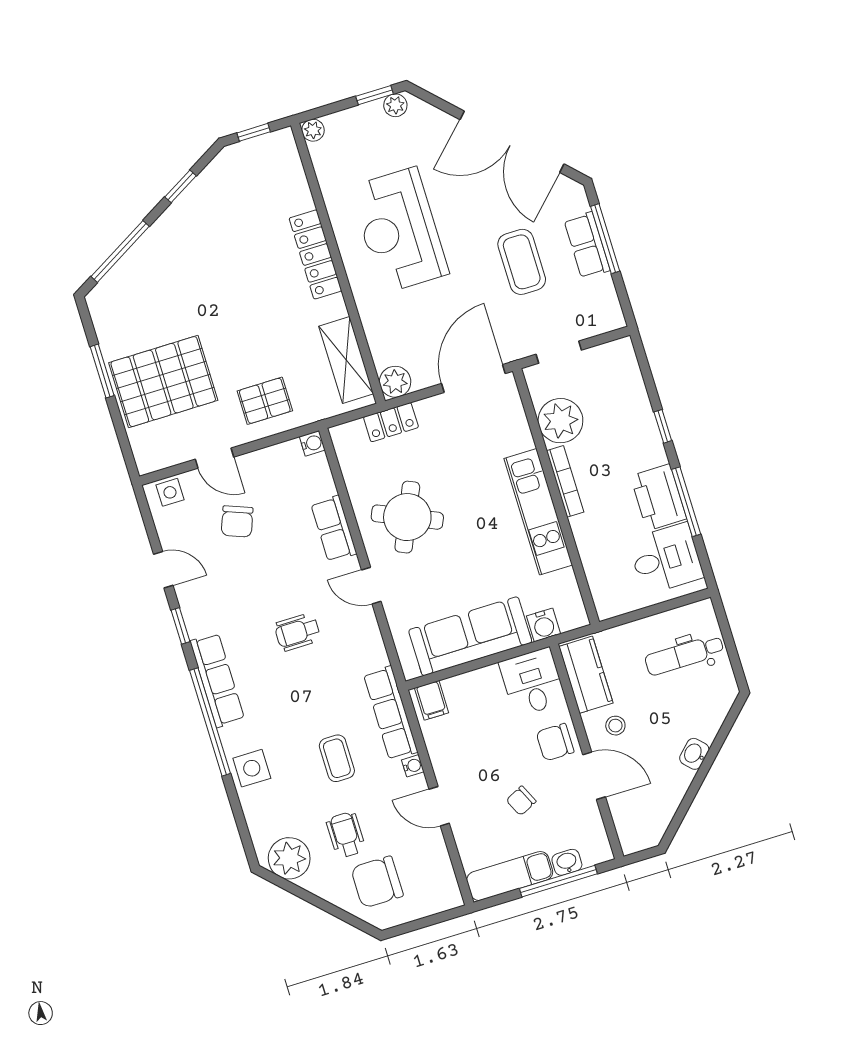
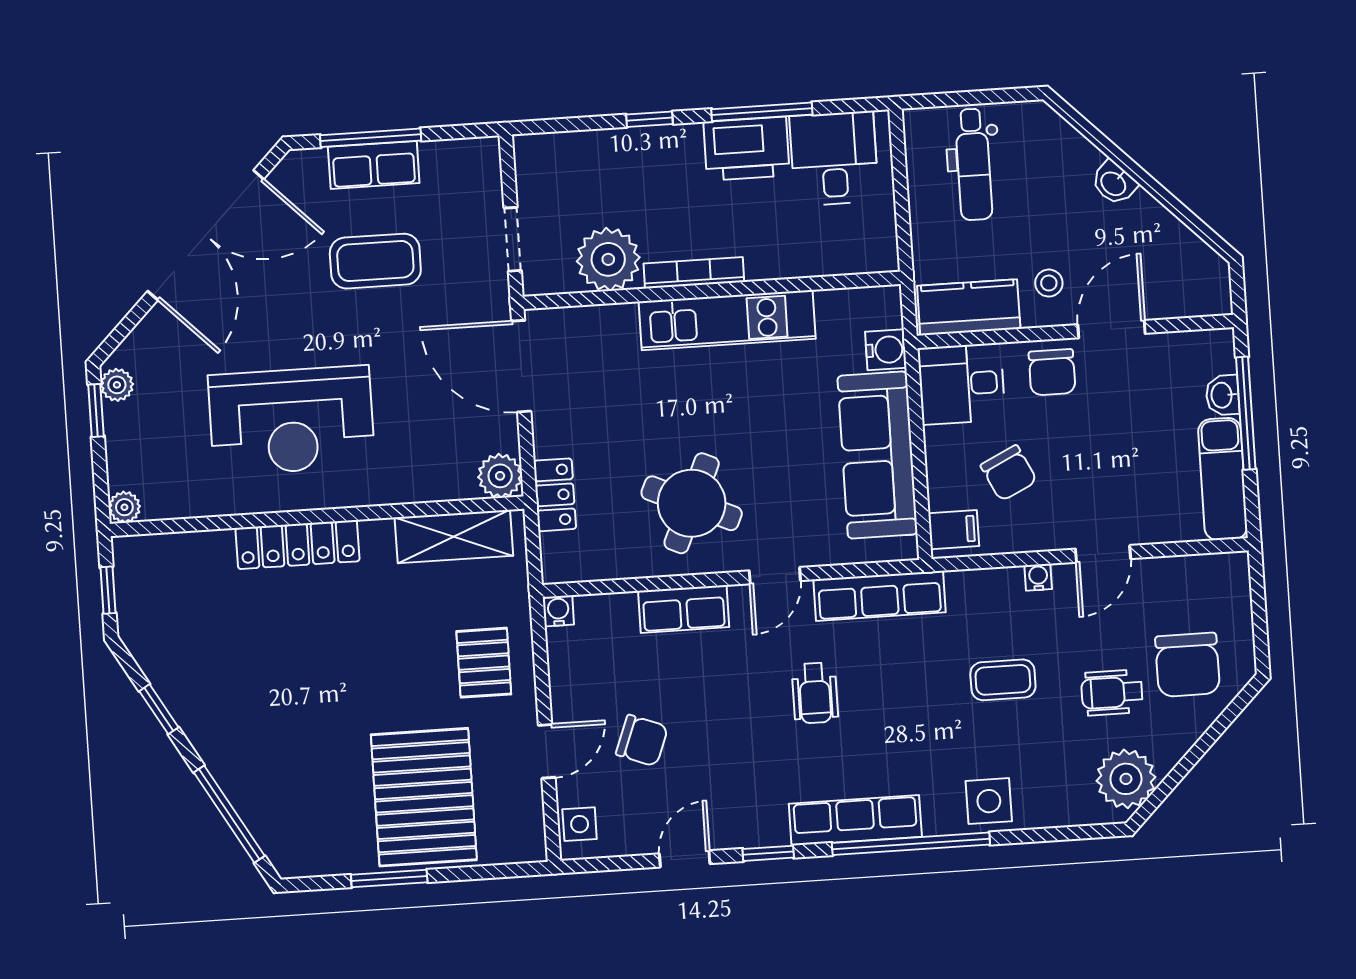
row of seats: (391, 713) -> (879, 596), moved
chair: (521, 801) -> (1009, 473), moved, width x1.37, depth x1.37

